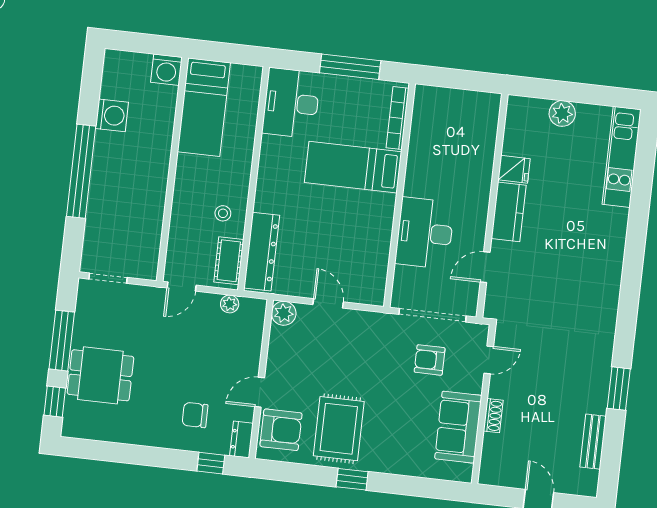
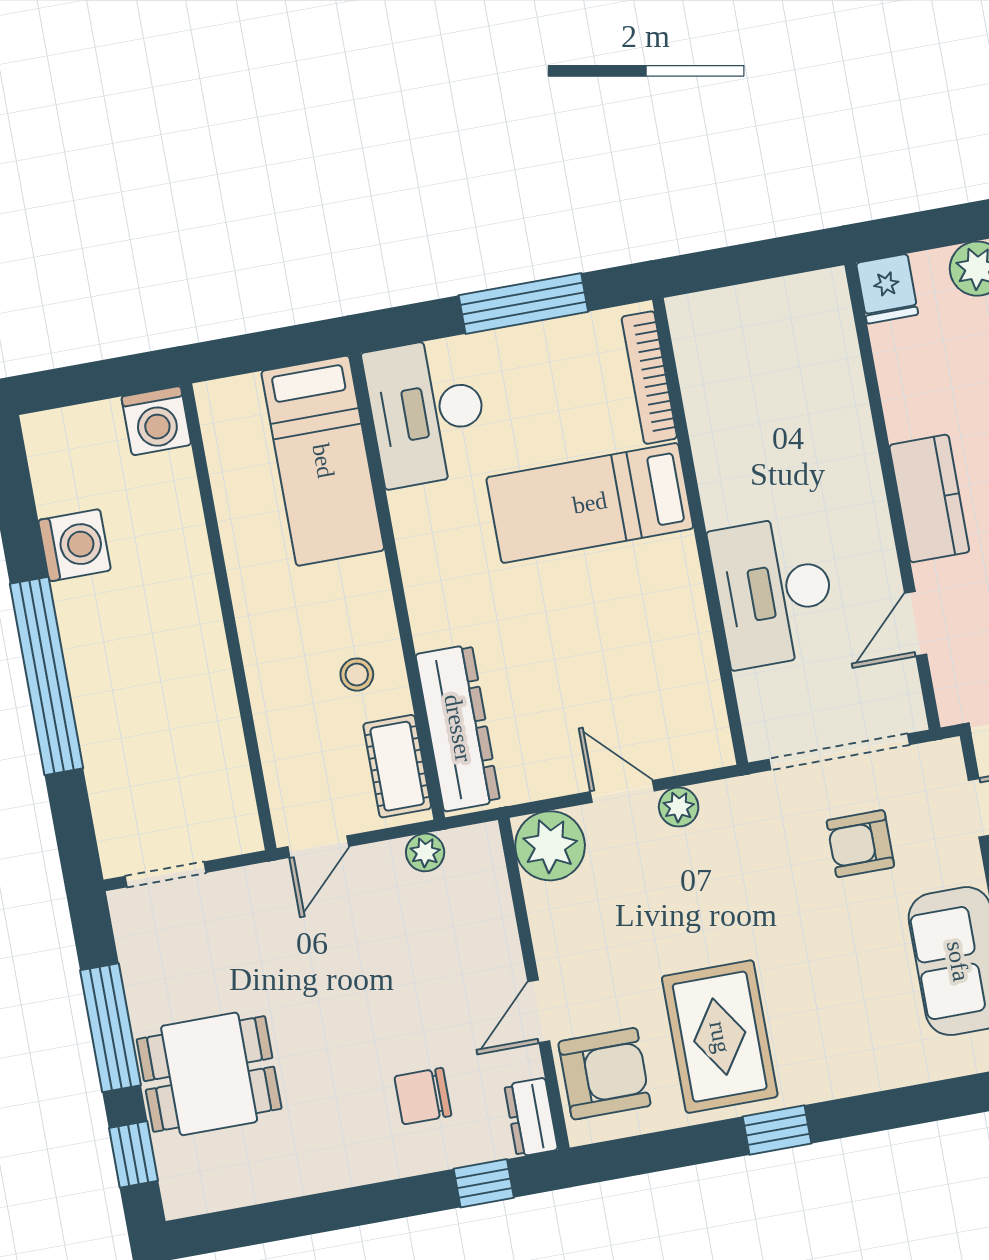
bed: (204, 107) -> (323, 461), moved
fridge: (514, 169) -> (887, 289), moved, turned 90
plant: (284, 313) -> (550, 846), width x1.36, depth x1.36
plant: (352, 318) -> (679, 807), added

